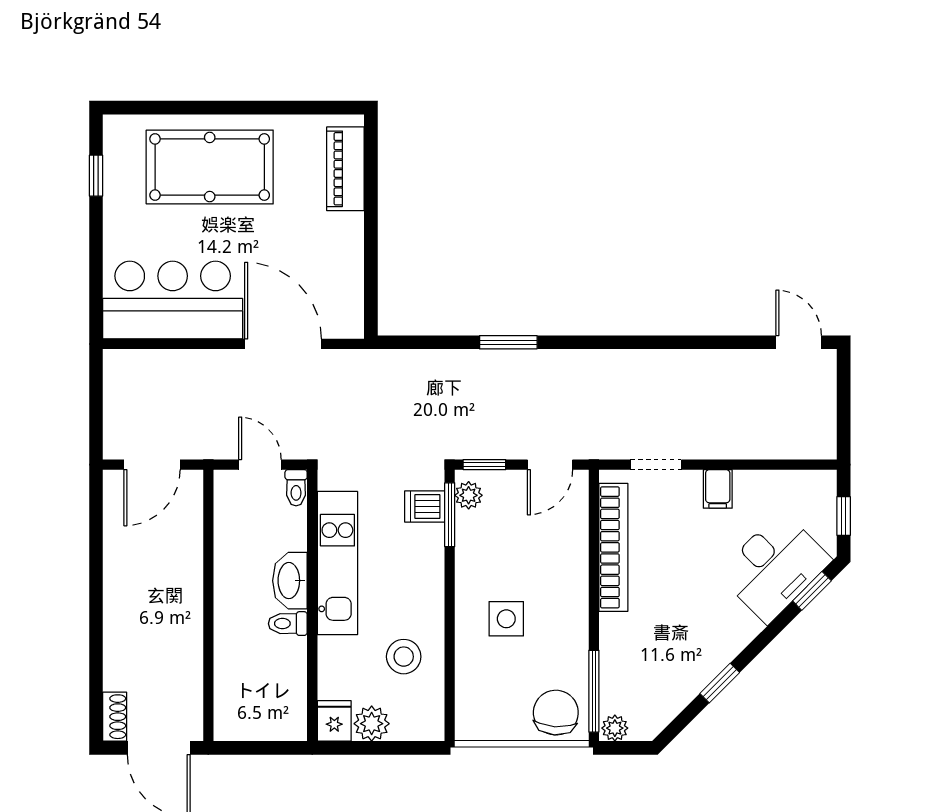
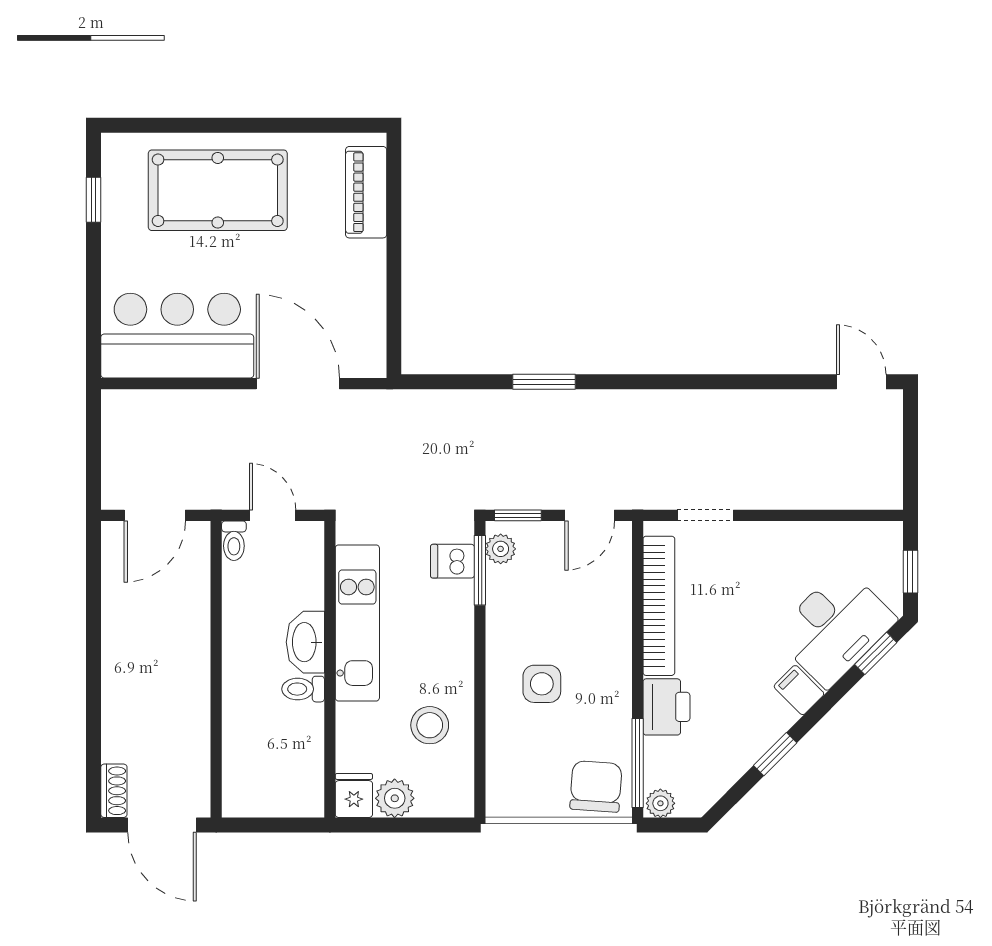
toilet: (296, 488) -> (234, 541), moved
filing cabinet: (718, 489) -> (799, 690), moved, turned 135
printer: (620, 640) -> (666, 707), added

